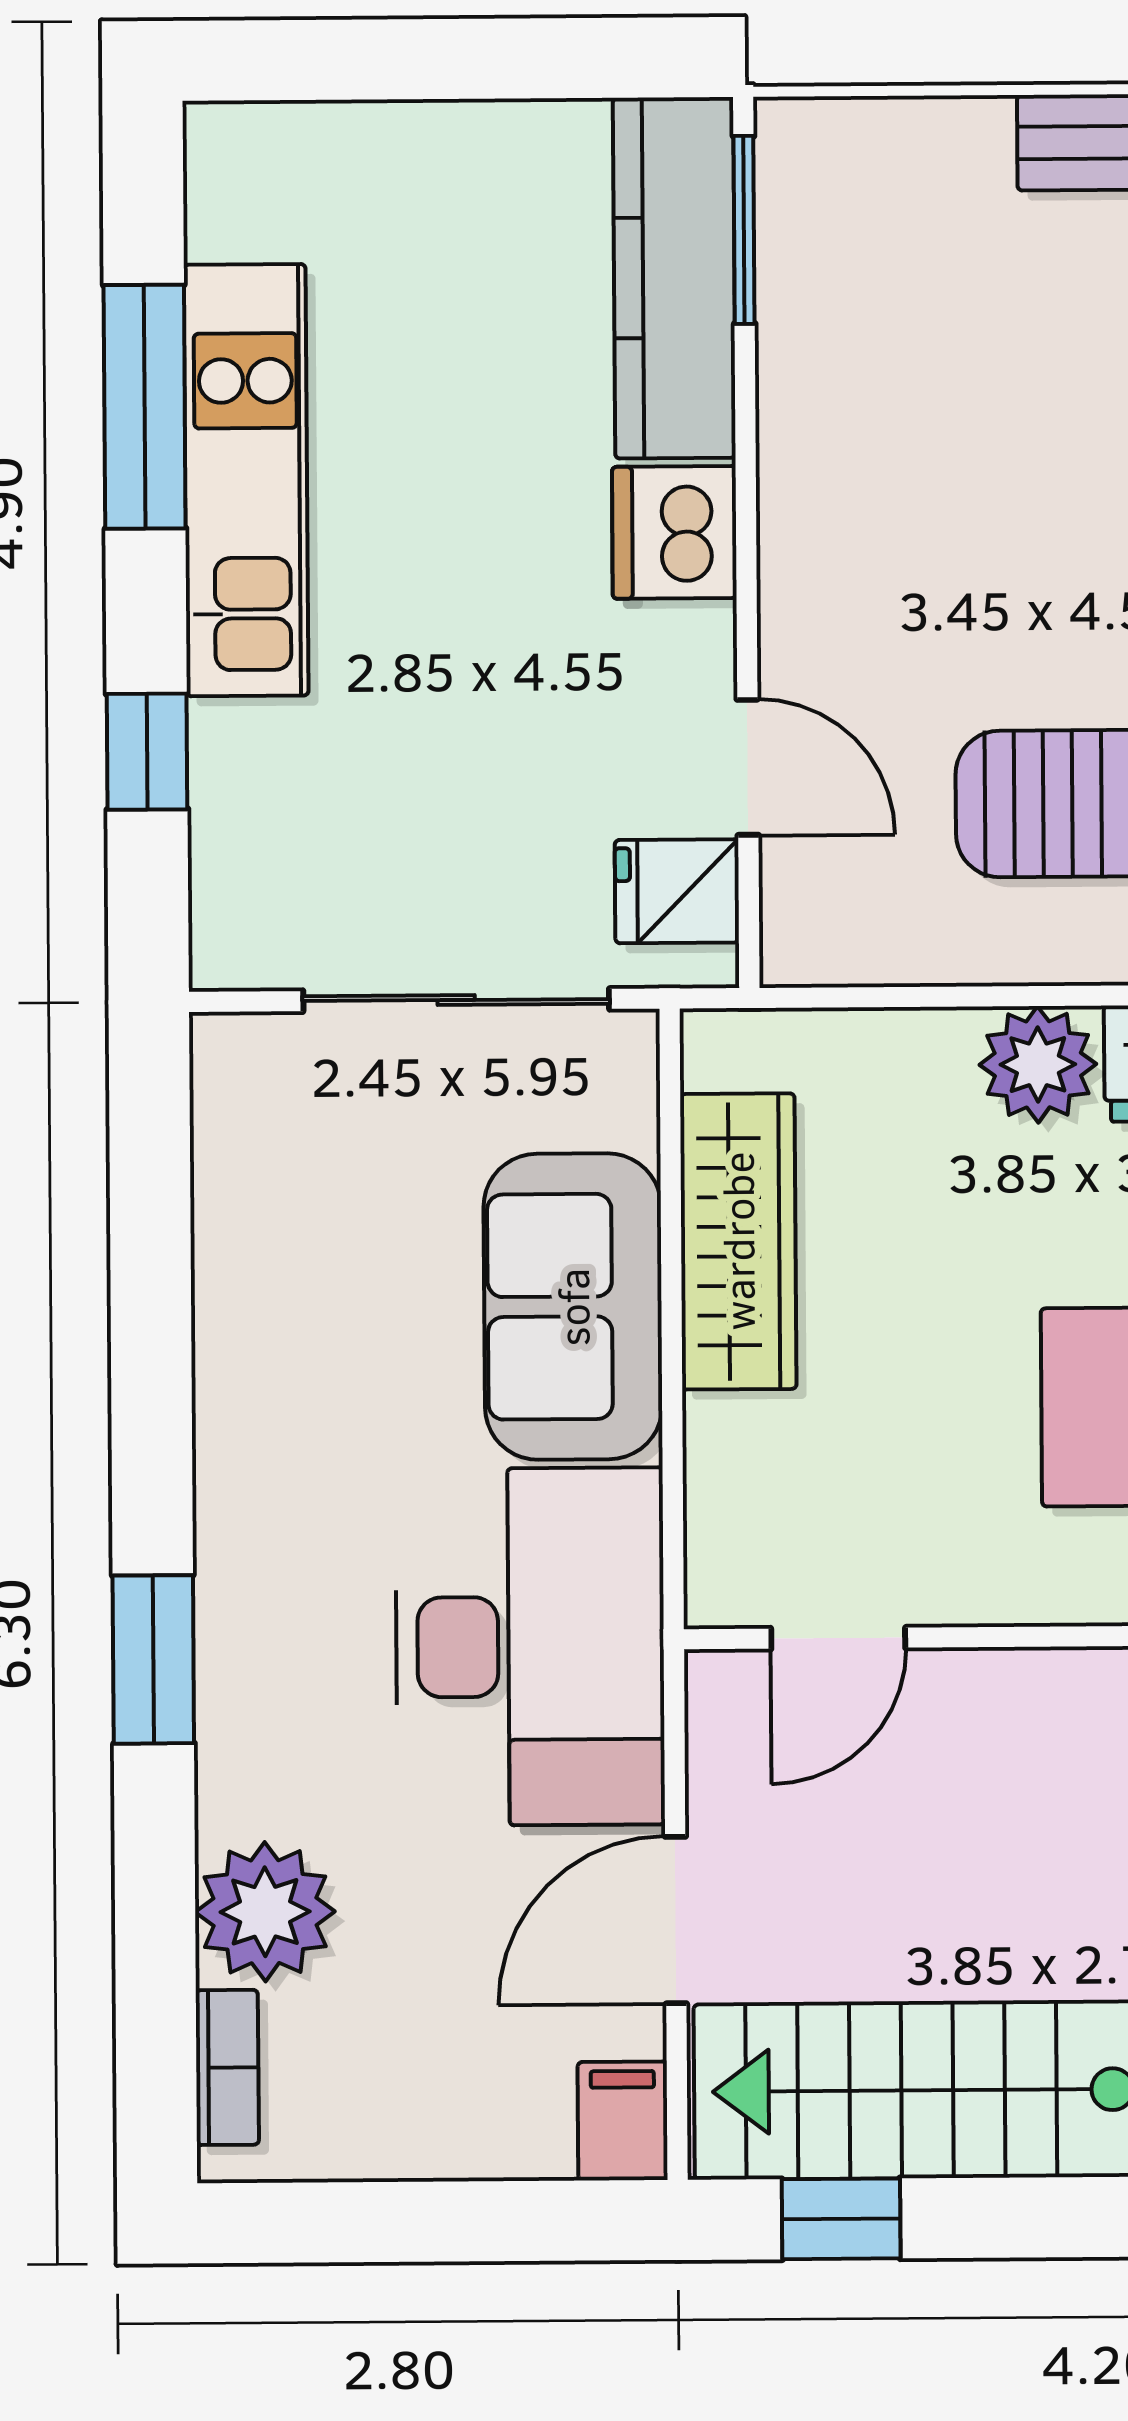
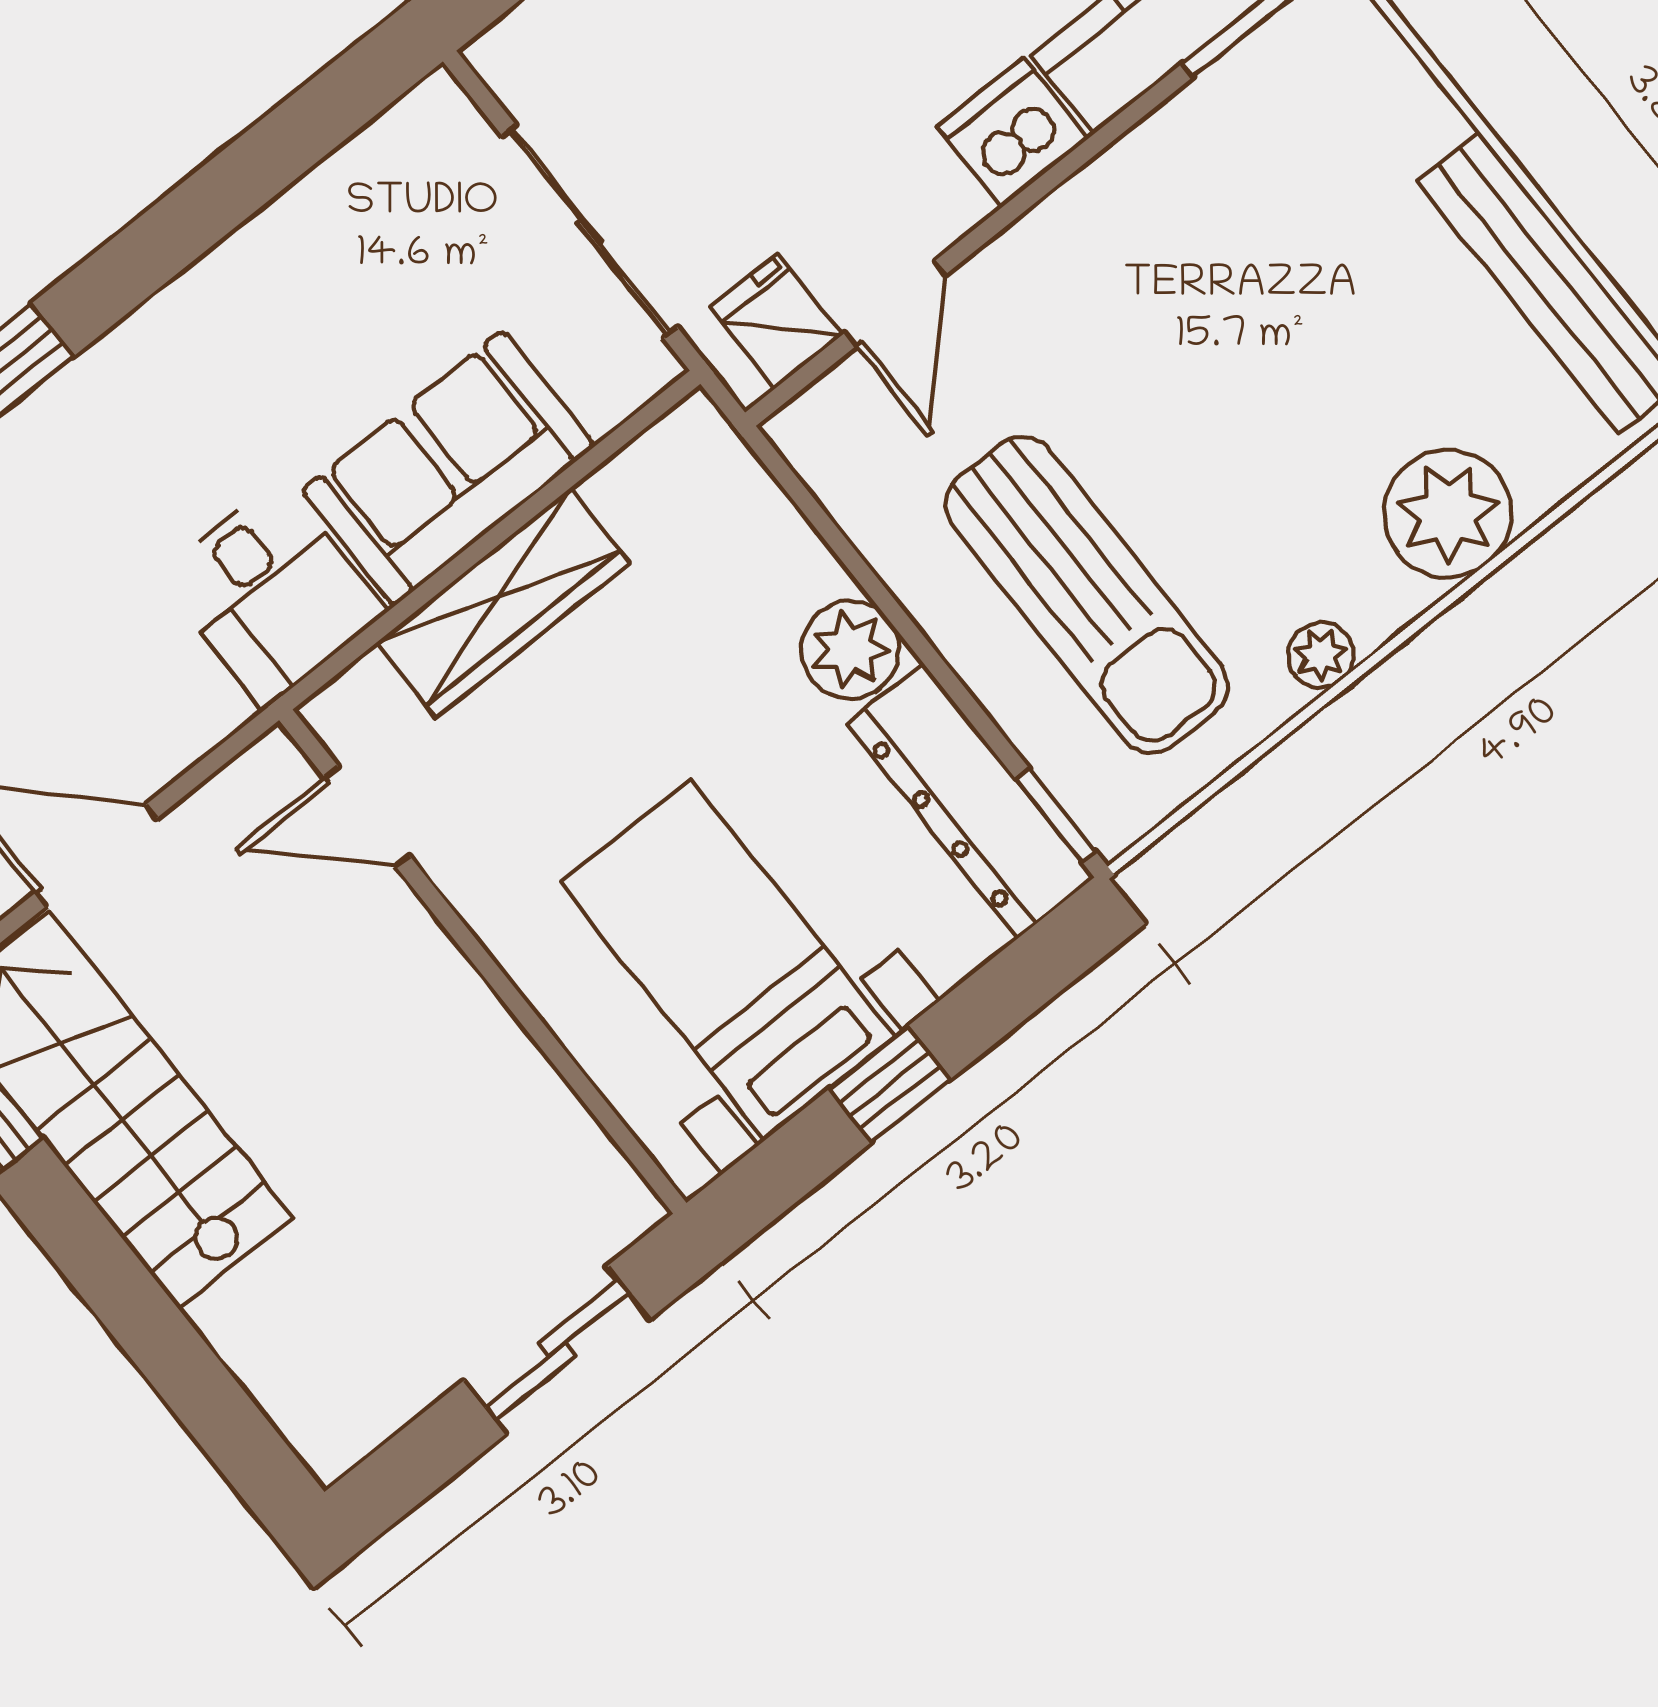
wardrobe: (738, 1241) -> (503, 603), moved
desk: (530, 1647) -> (272, 594), width x0.53, depth x0.77

